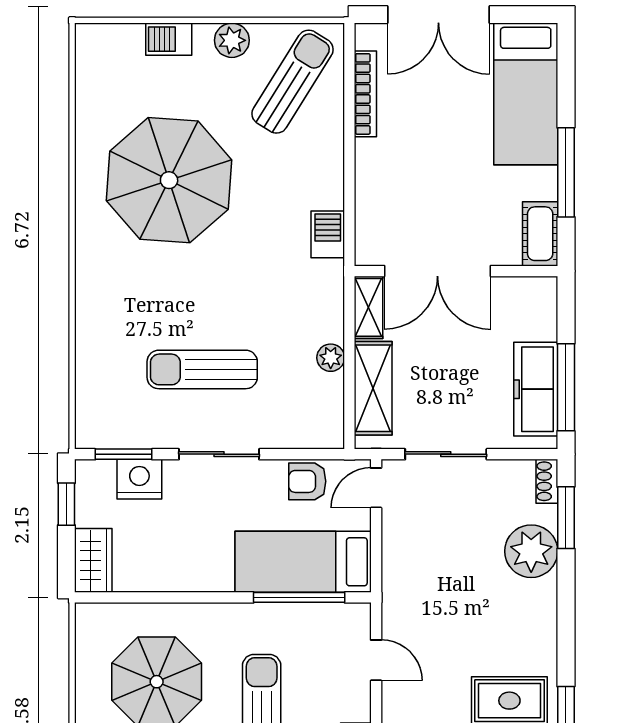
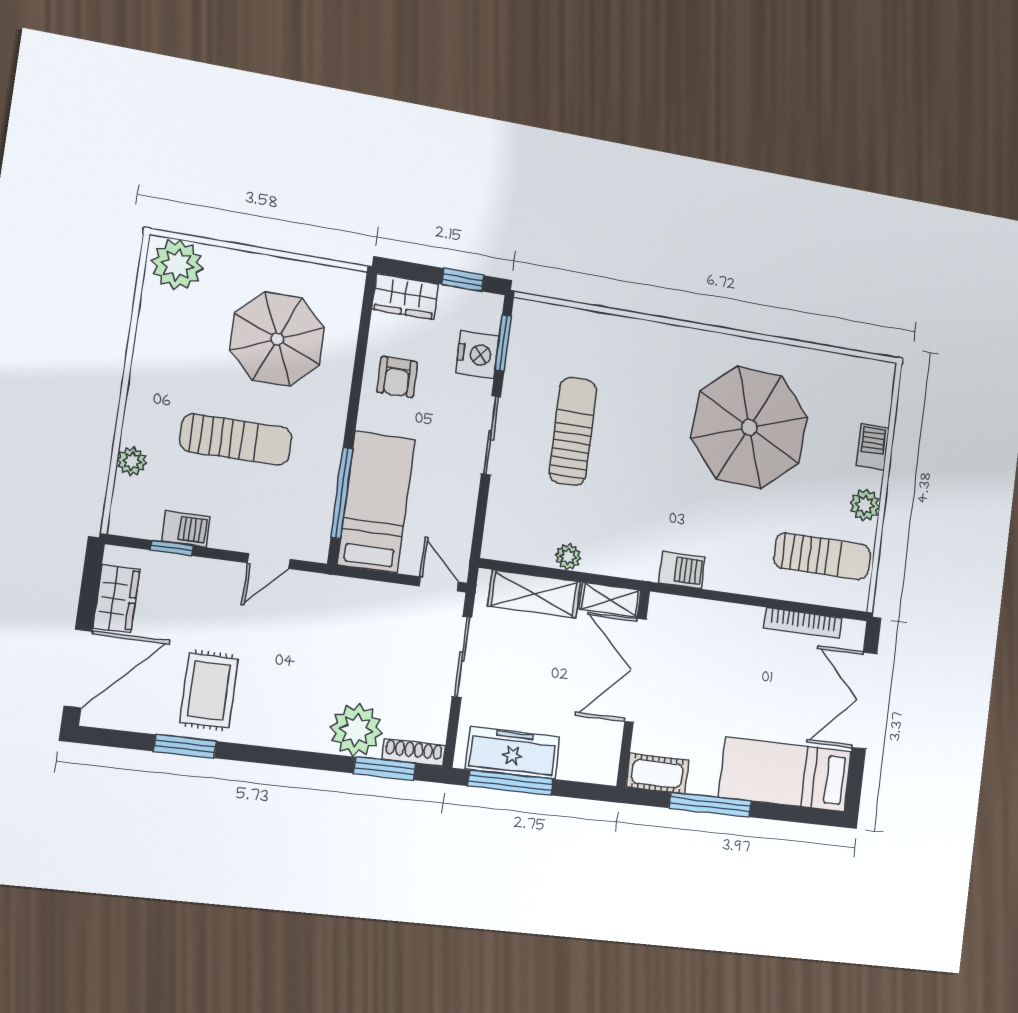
sun lounger: (293, 82) -> (822, 556), turned -32
armchair: (307, 481) -> (397, 377), moved, turned 180
shoe rack: (547, 481) -> (414, 752), width x1.43

